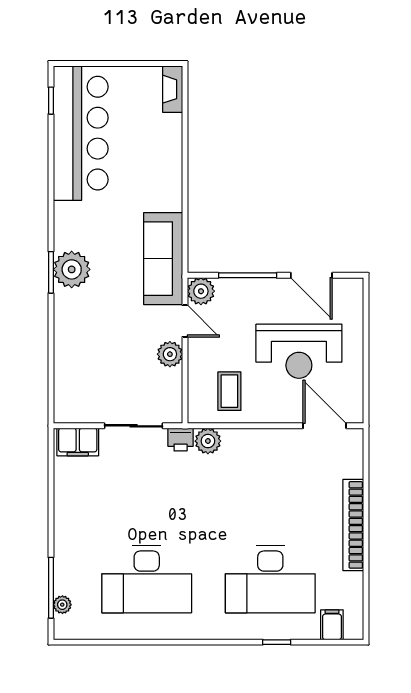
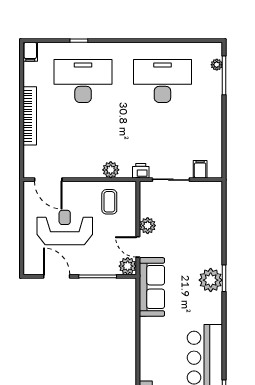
plant: (208, 441) -> (111, 170), moved
filing cabinet: (78, 442) -> (200, 169), width x0.50
filing cabinet: (332, 625) -> (30, 52), moved

